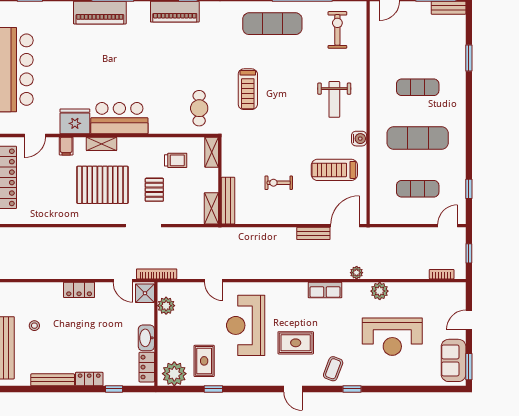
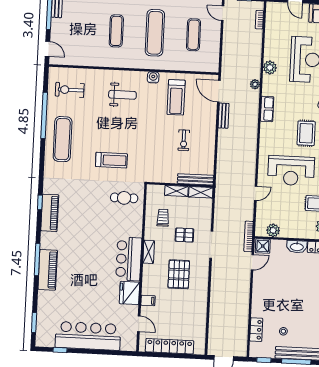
shelving: (101, 144) -> (149, 252), moved
shelving: (212, 152) -> (176, 191), moved
pallet: (102, 185) -> (179, 274), width x0.73, depth x0.71
locker: (79, 290) -> (256, 330), moved

